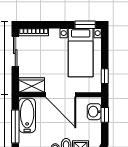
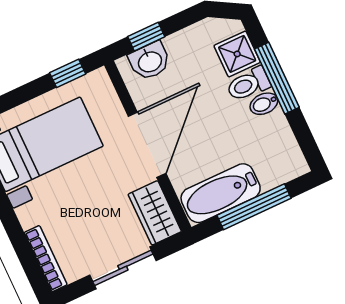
sliding door: (15, 52) -> (123, 268), moved

